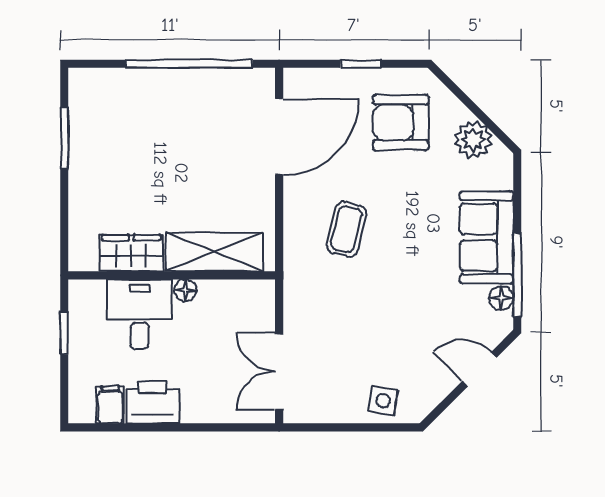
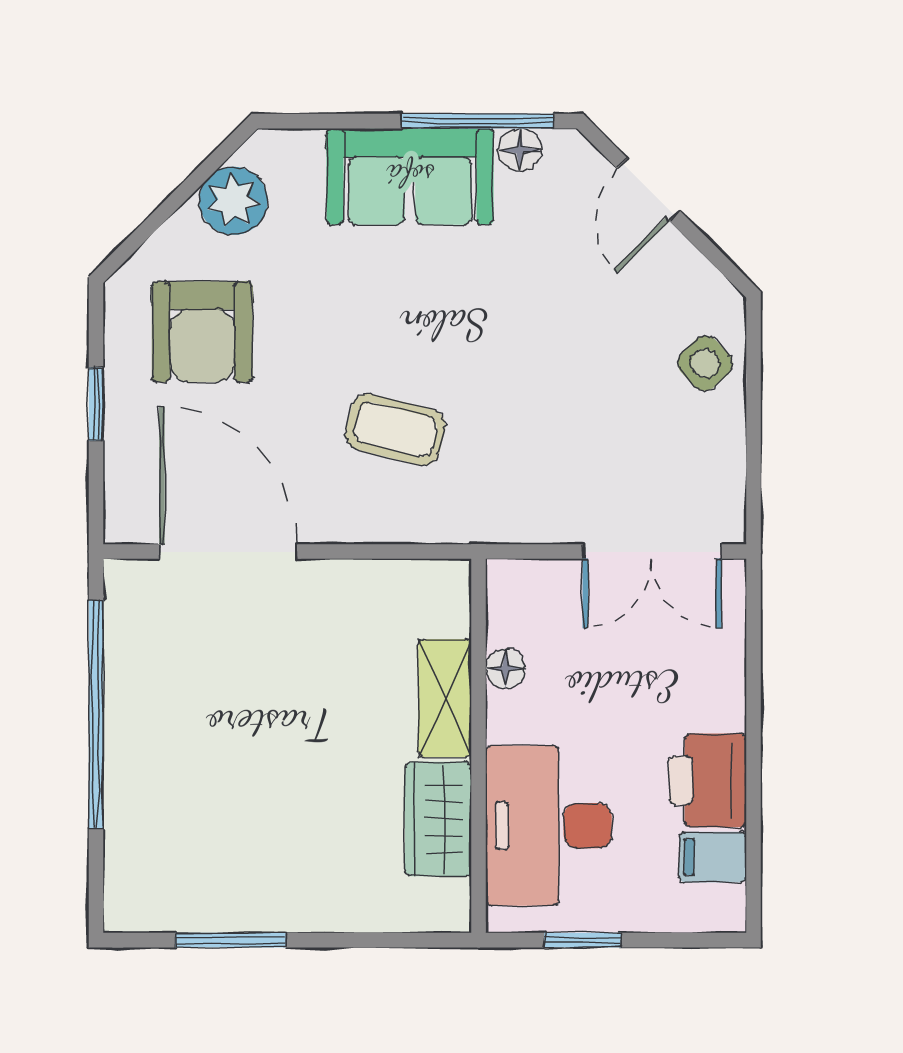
shelving: (214, 252) -> (445, 698), width x0.67, depth x0.75
floor lamp: (185, 290) -> (506, 669), moved
desk: (140, 314) -> (549, 826), width x1.37
side table: (383, 401) -> (705, 363), turned 38

